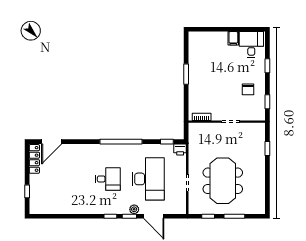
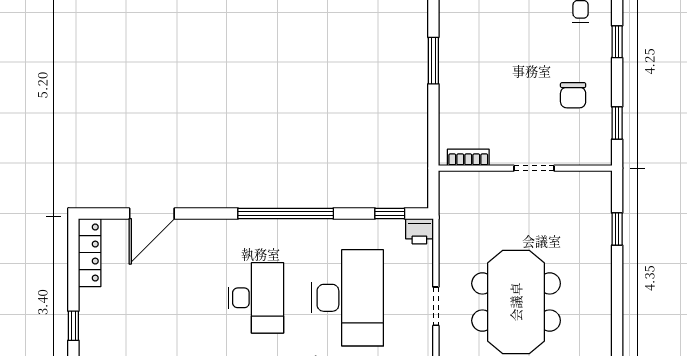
door: (52, 142) -> (152, 213), moved
desk: (108, 179) -> (256, 298), width x1.37

